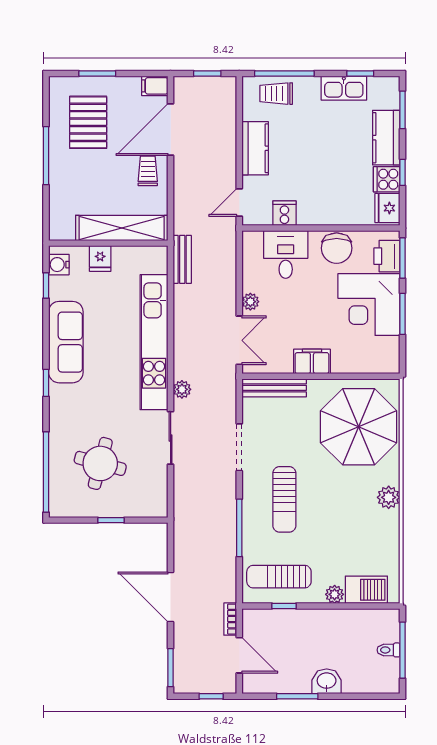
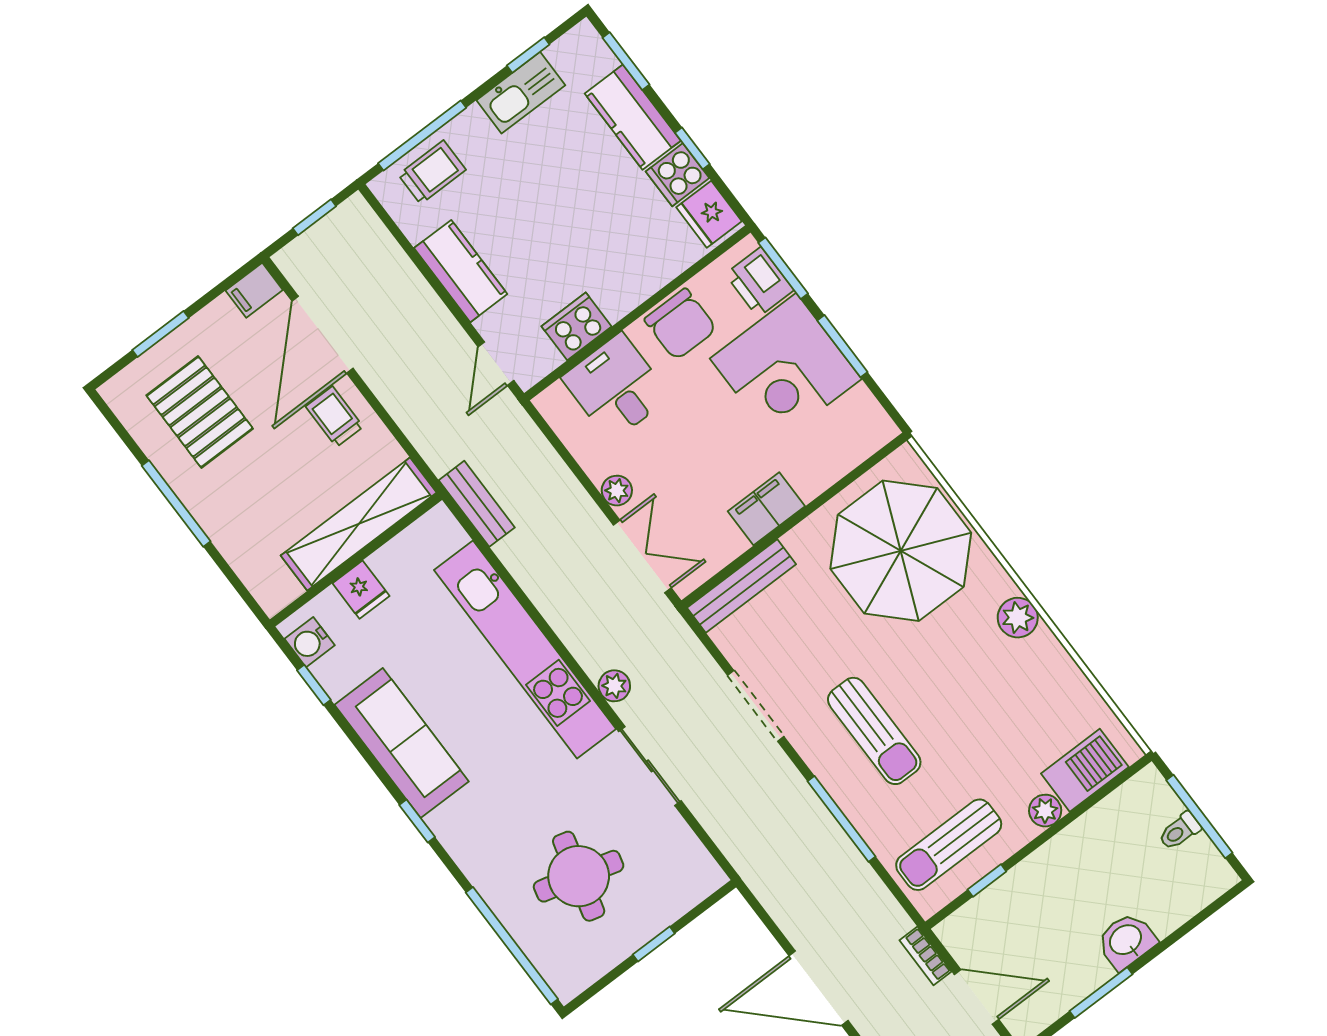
trolley: (276, 94) -> (432, 172), turned 180
cooker: (284, 213) -> (576, 326), width x1.36

